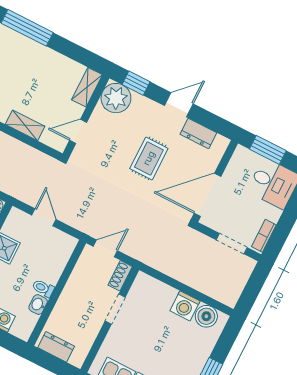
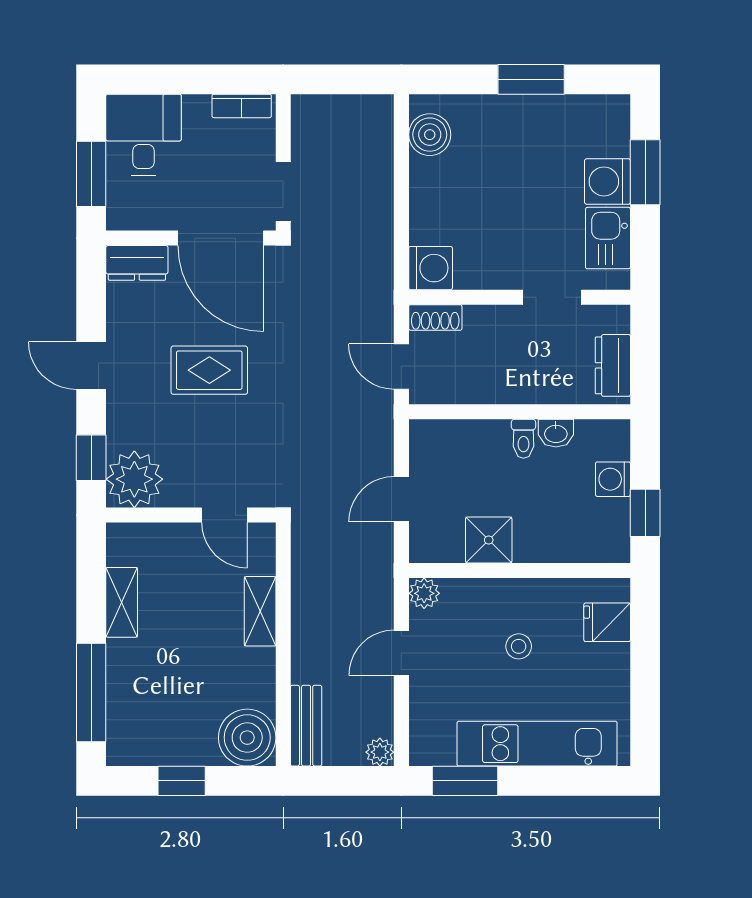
shelving: (87, 87) -> (122, 602), moved, turned 90
dresser: (198, 133) -> (137, 263), moved, turned 90
doorway: (232, 244) -> (283, 192), moved
washing machine: (185, 306) -> (431, 268), moved
doorway: (115, 309) -> (552, 297), moved

